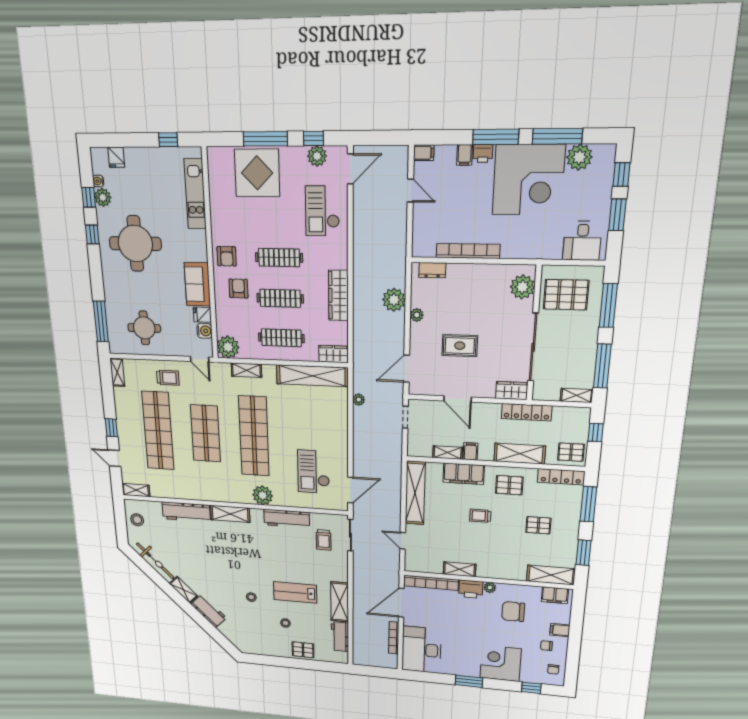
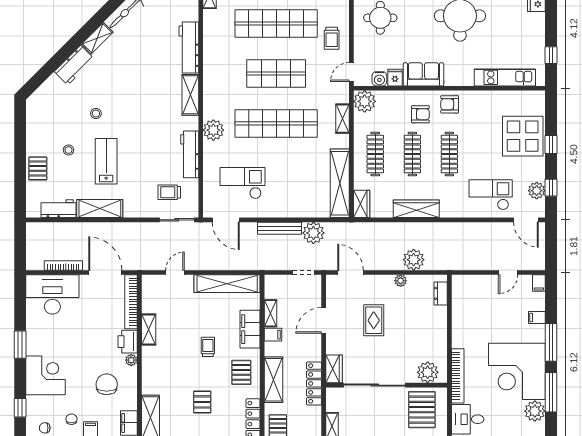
window: (265, 139) -> (551, 145), width x0.46
printer: (483, 153) -> (538, 333), removed
bookcase: (468, 251) -> (458, 376), moved
plant: (359, 400) -> (313, 233), width x1.87, depth x1.87
bench: (359, 439) -> (280, 228), added

